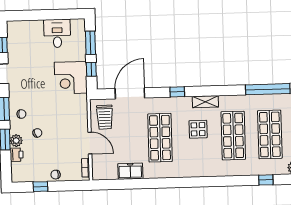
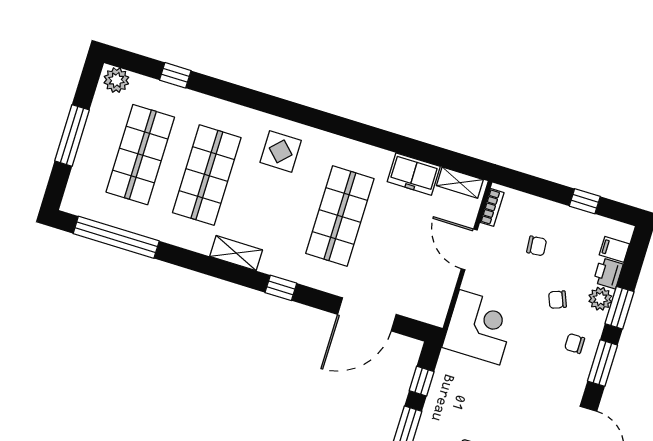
corner desk: (71, 78) -> (479, 327), moved
trolley: (105, 117) -> (427, 287), removed
display table: (198, 129) -> (281, 151), moved
filing cabinet: (18, 168) -> (614, 249), added
chair: (56, 175) -> (537, 246), moved
shelving: (106, 175) -> (460, 183), added

